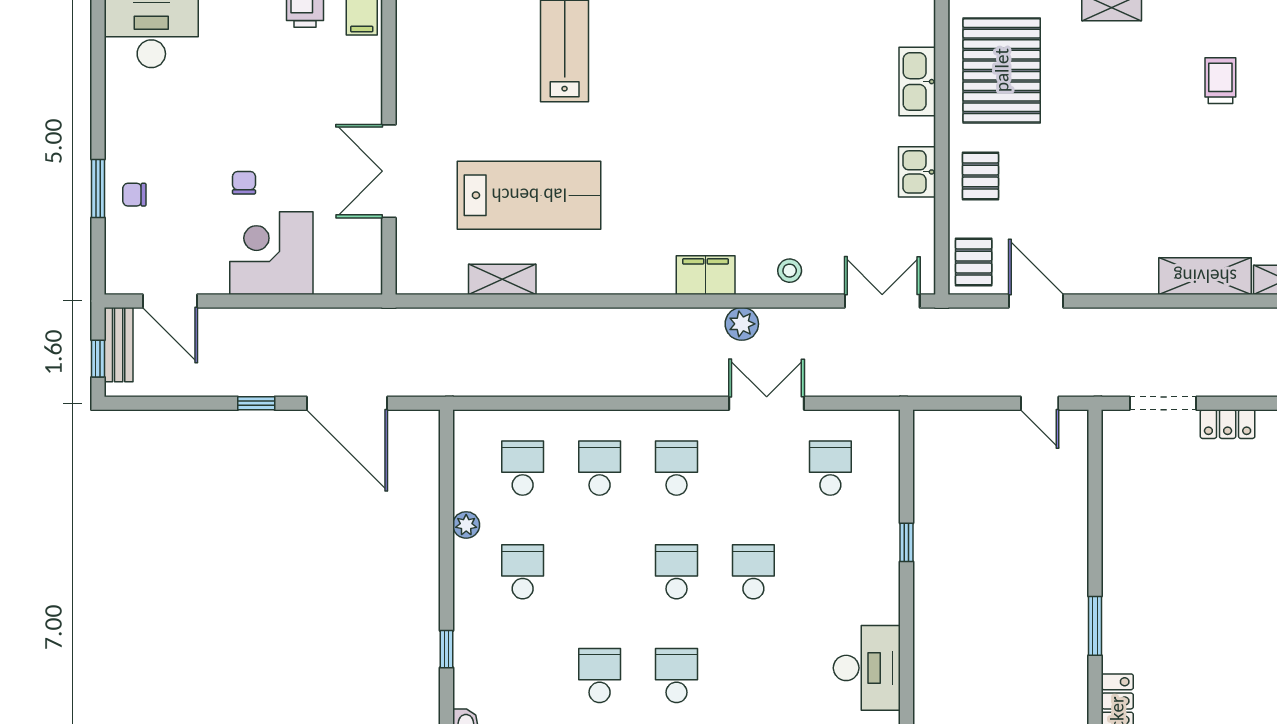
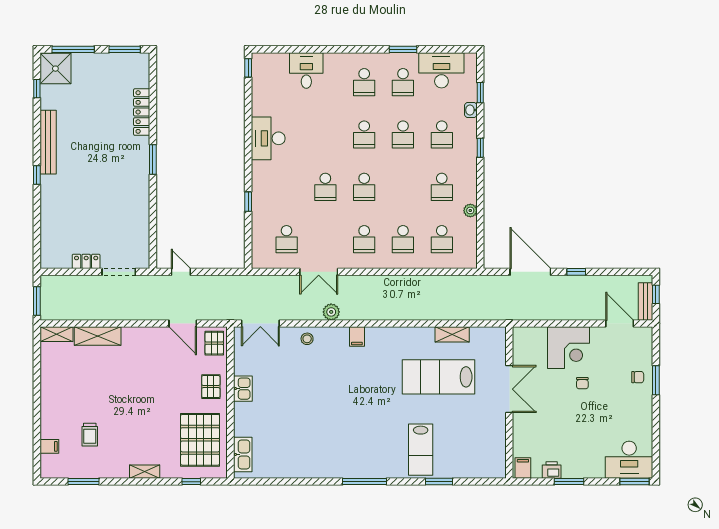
kitchen sink: (917, 82) -> (243, 454), moved
filing cabinet: (706, 275) -> (357, 337), width x0.50
school desk: (523, 676) -> (442, 135), added

